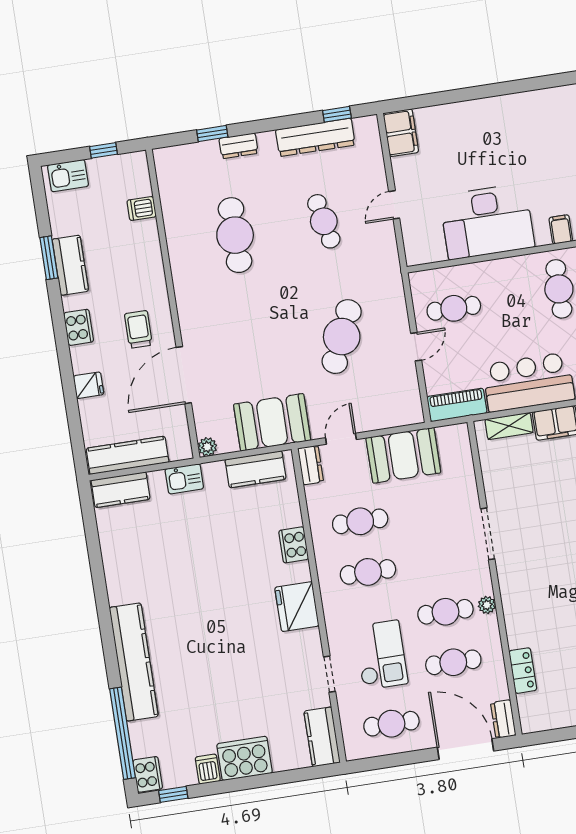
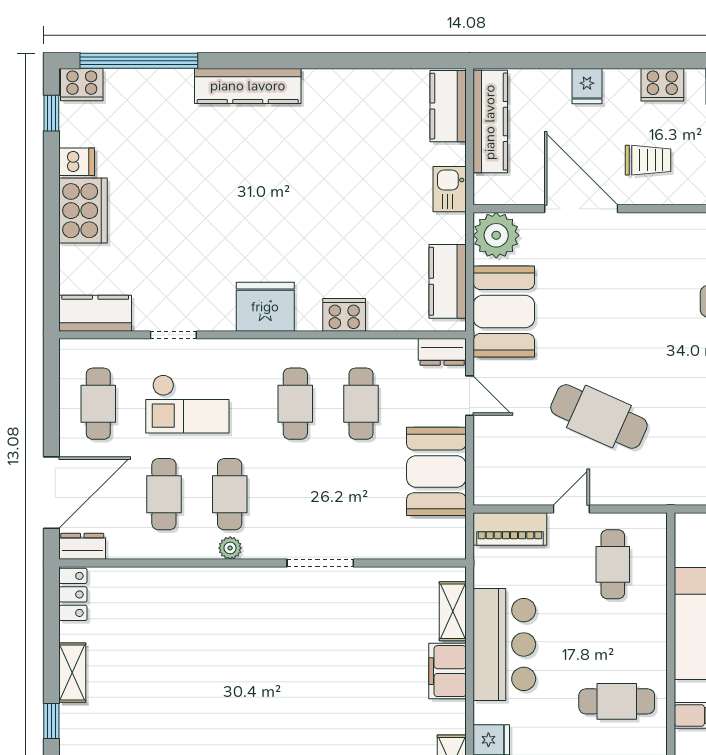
door: (416, 347) -> (571, 509), swing flipped
piano: (457, 405) -> (510, 529), moved, turned 90
plant: (207, 447) -> (496, 235), width x1.87, depth x1.87
kitchen counter: (134, 662) -> (248, 86), width x0.72, depth x0.86
locker: (523, 671) -> (73, 594), moved, turned -90

